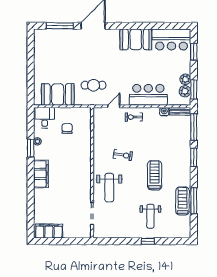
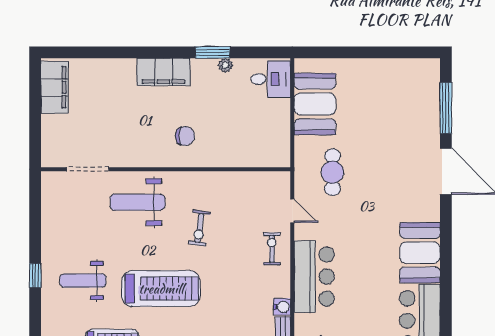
chair: (67, 129) -> (185, 136), moved
treadmill: (155, 175) -> (161, 289), width x1.37, depth x1.38

